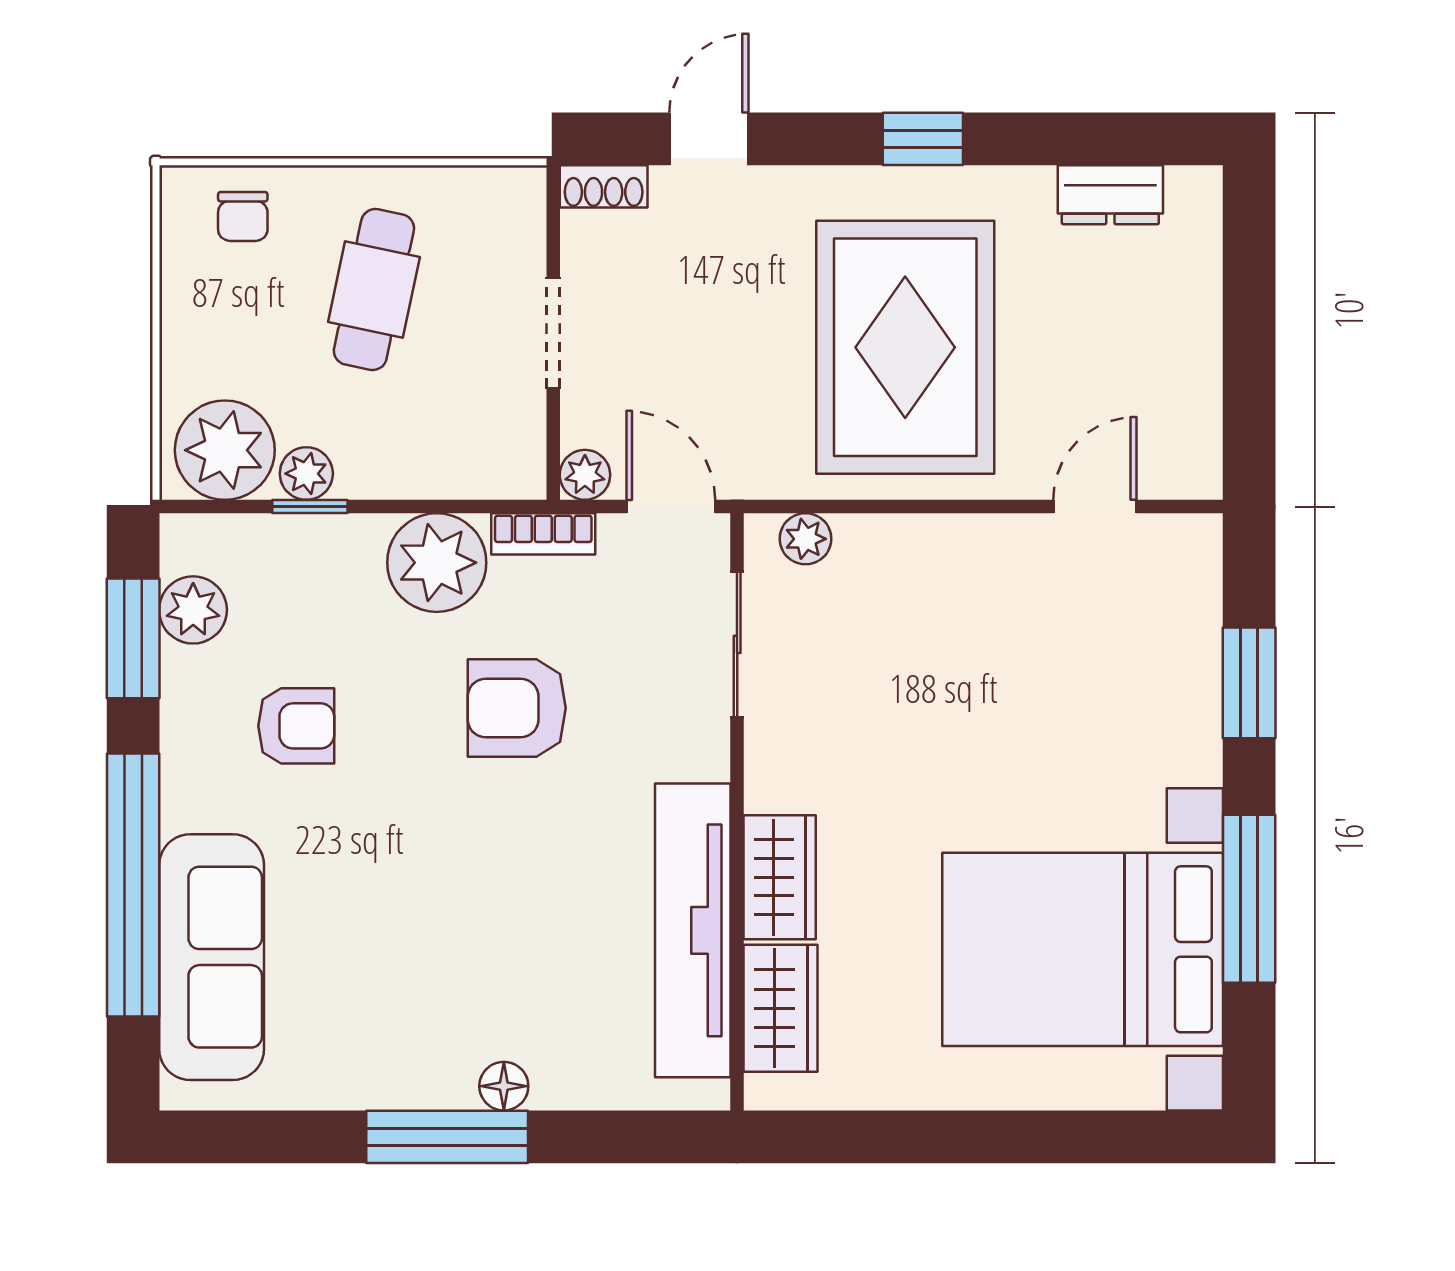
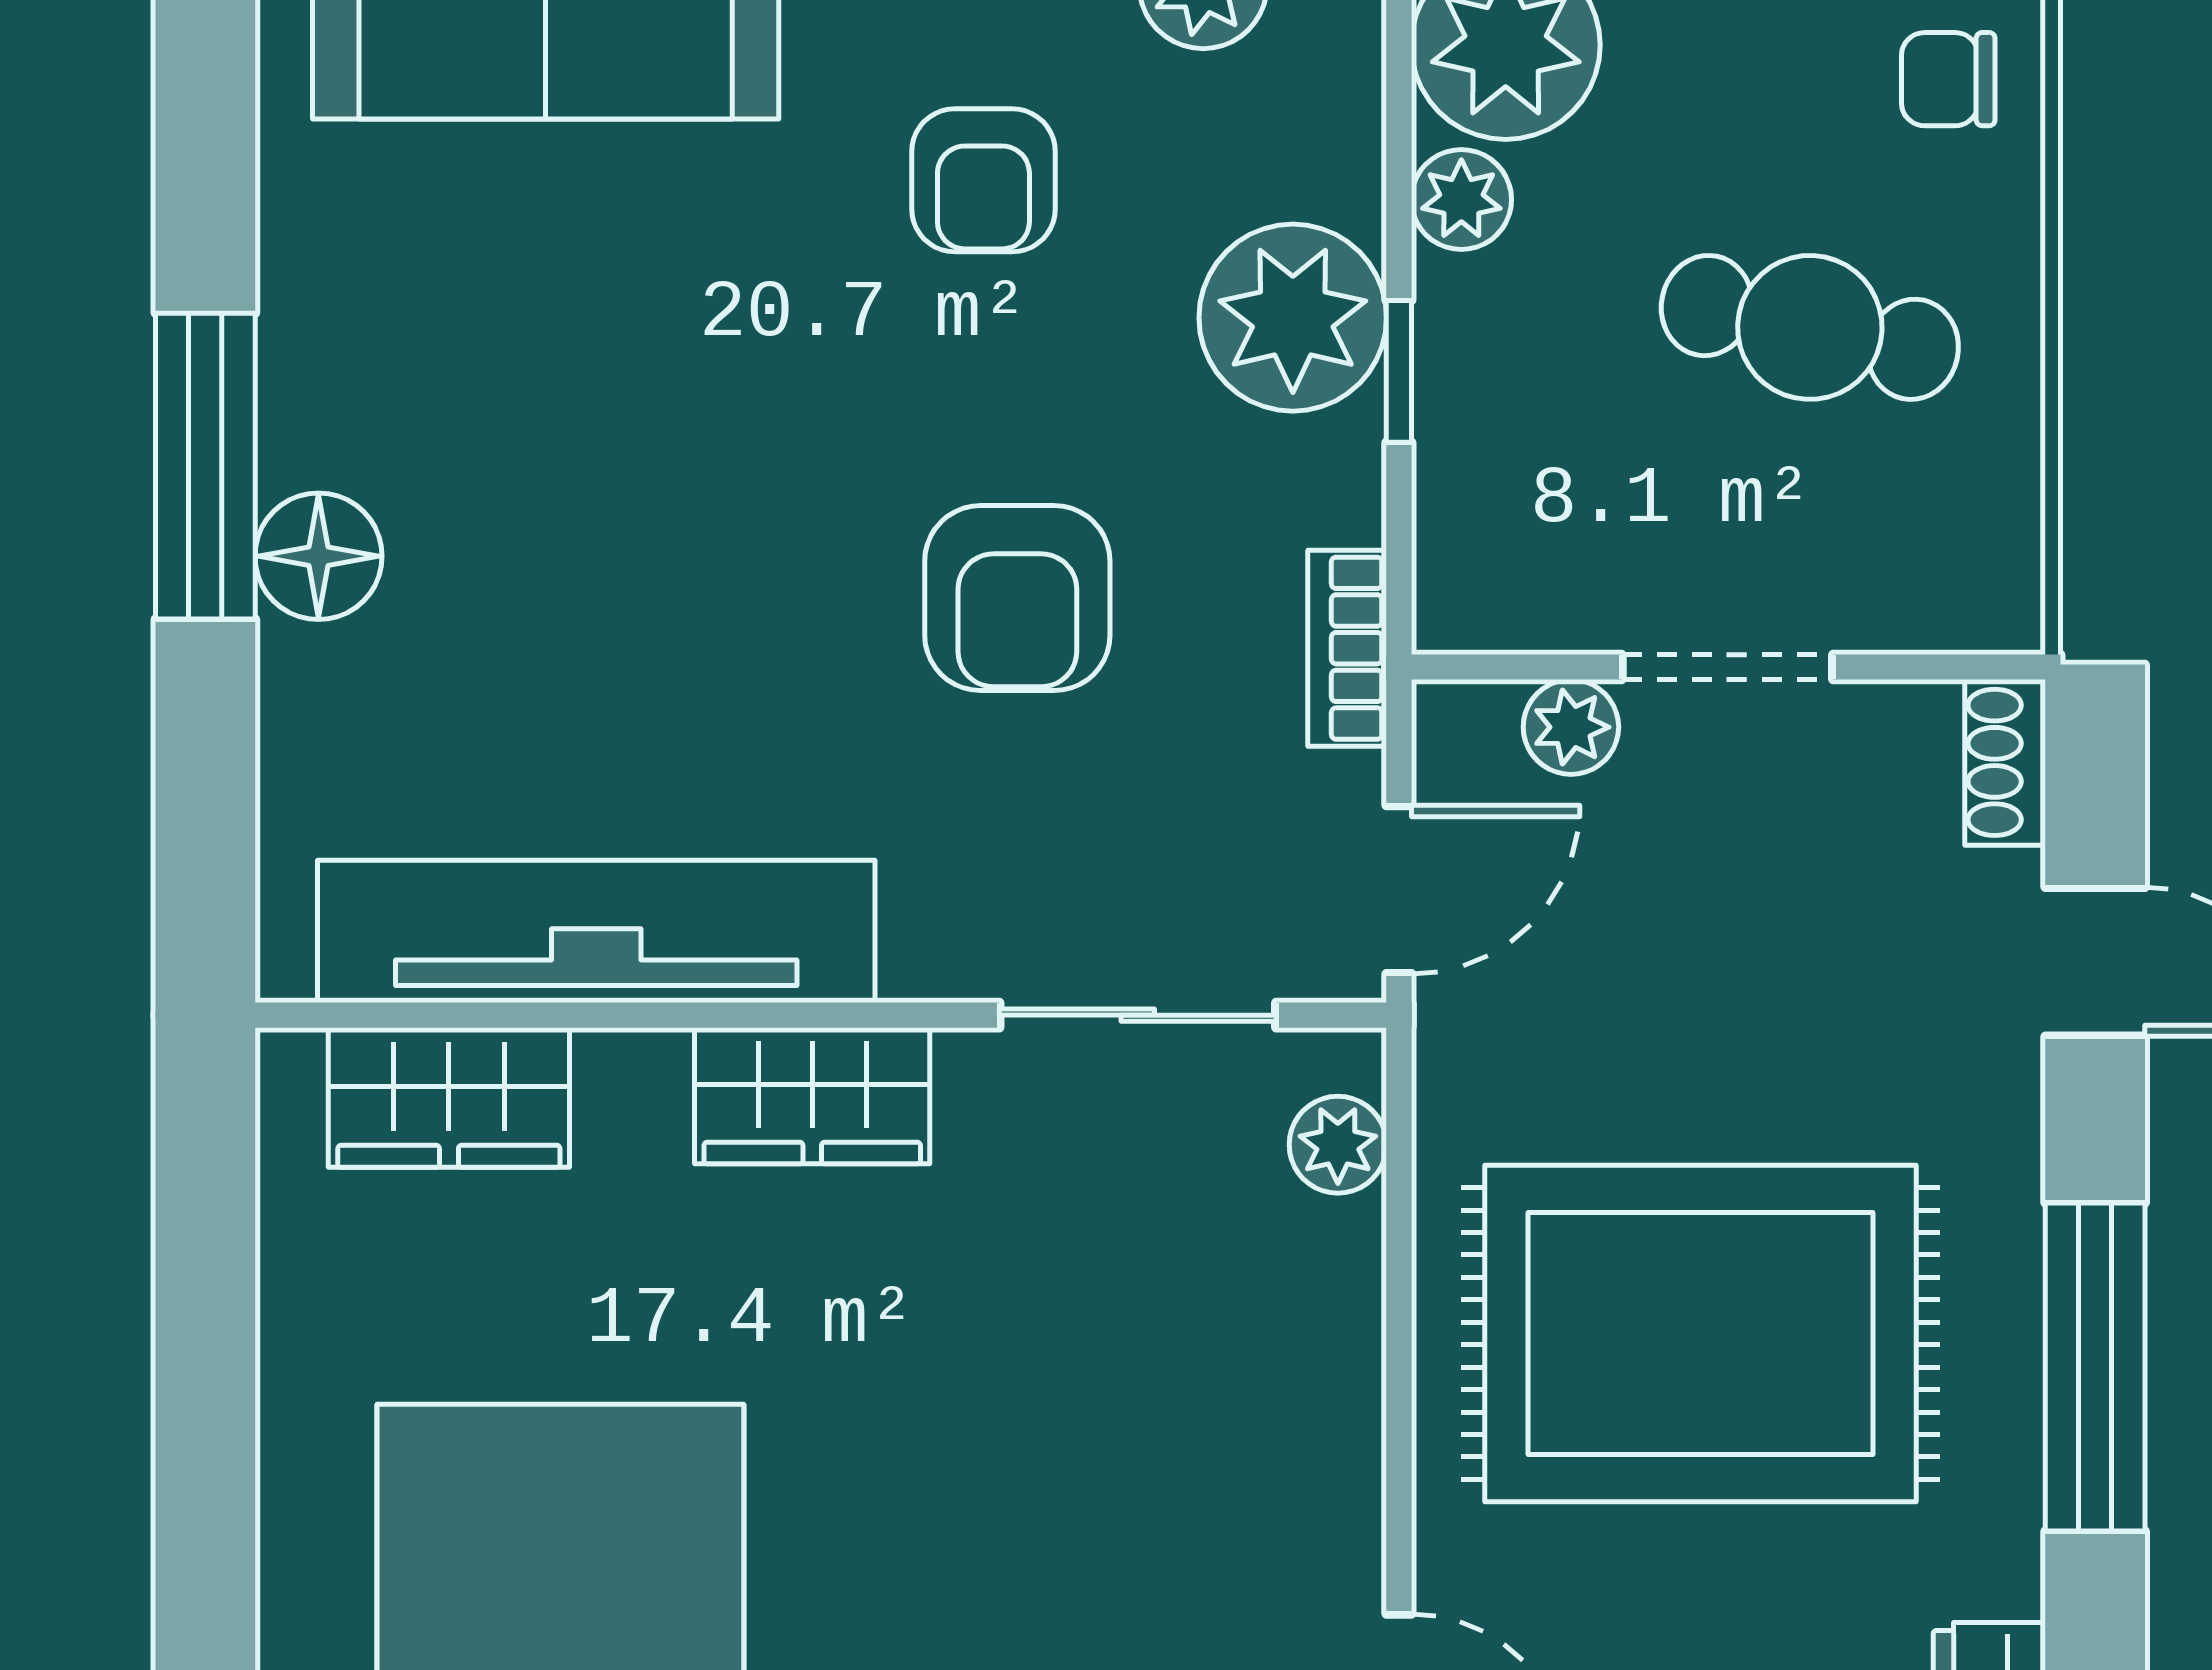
window: (923, 139) -> (2095, 1367), width x2.17
plant: (585, 475) -> (1571, 727), moved
window: (310, 507) -> (1399, 371), moved
plant: (437, 563) -> (1293, 318), moved
armchair: (517, 708) -> (1017, 598), turned 180
wardrobe: (780, 877) -> (812, 1096), moved
floor lamp: (504, 1086) -> (318, 556), width x1.37, depth x1.37

